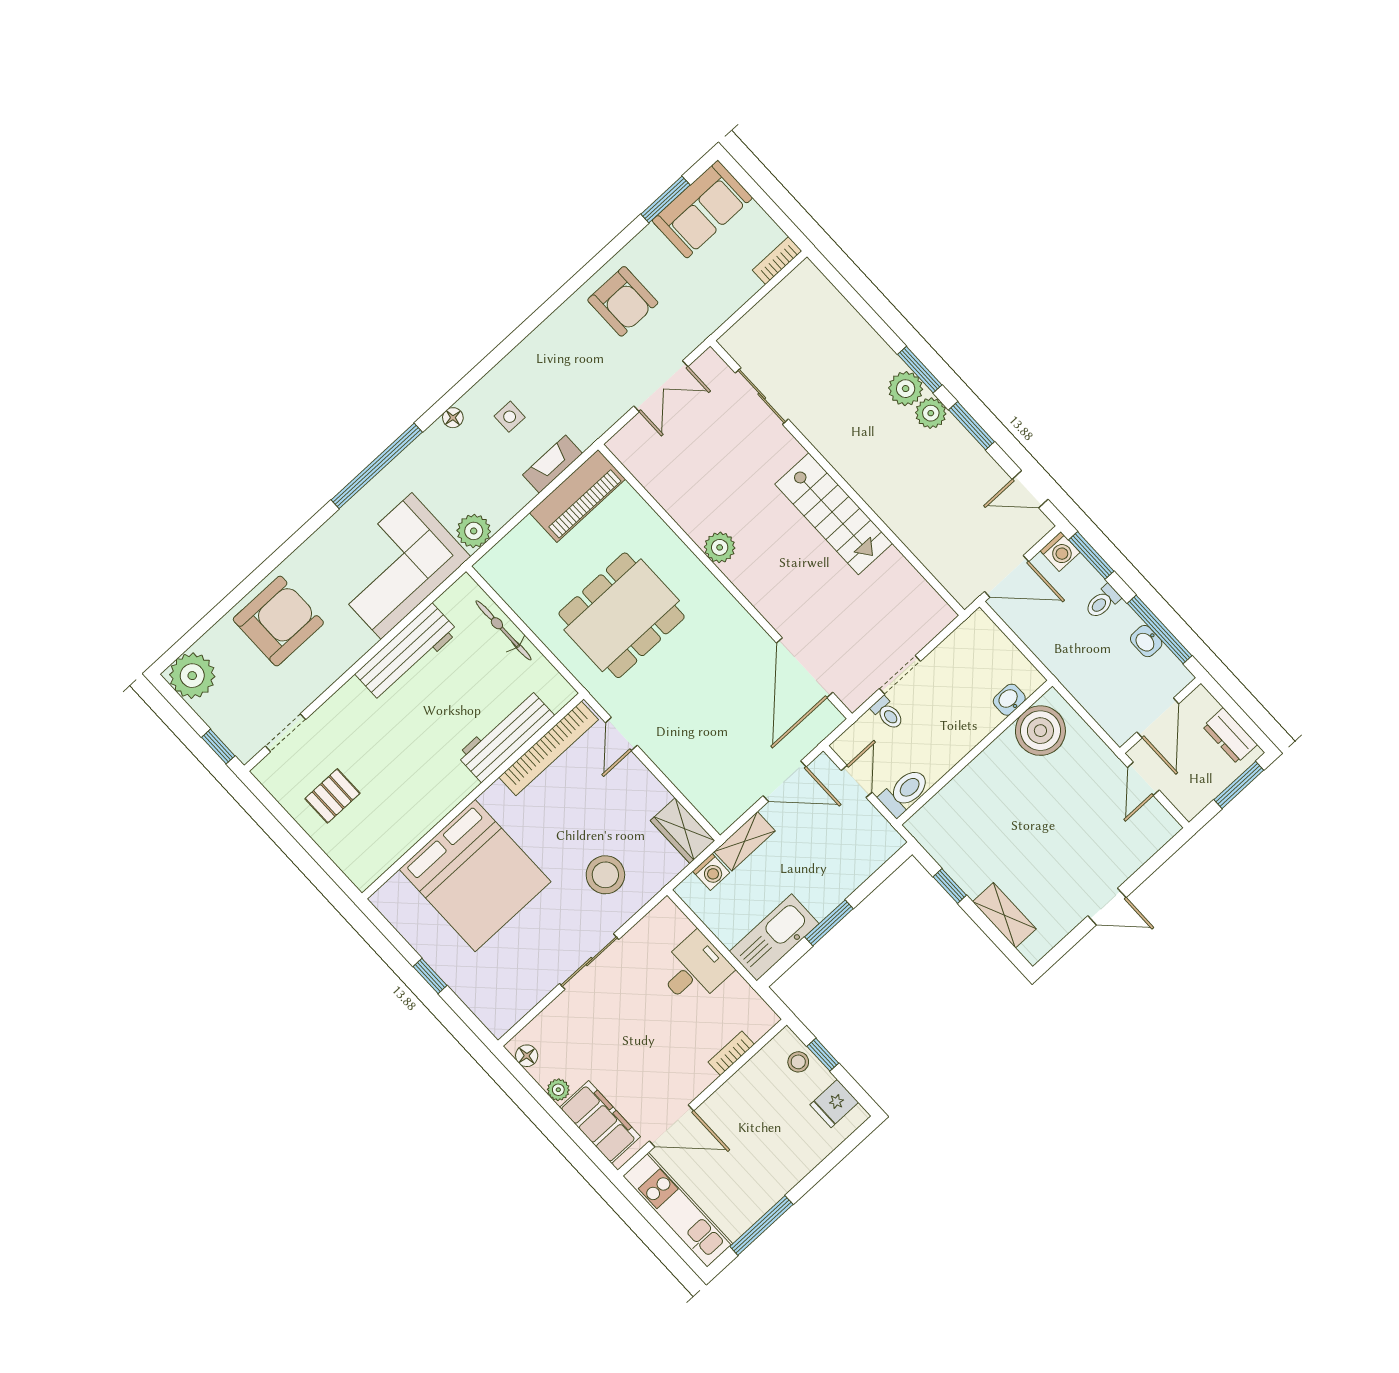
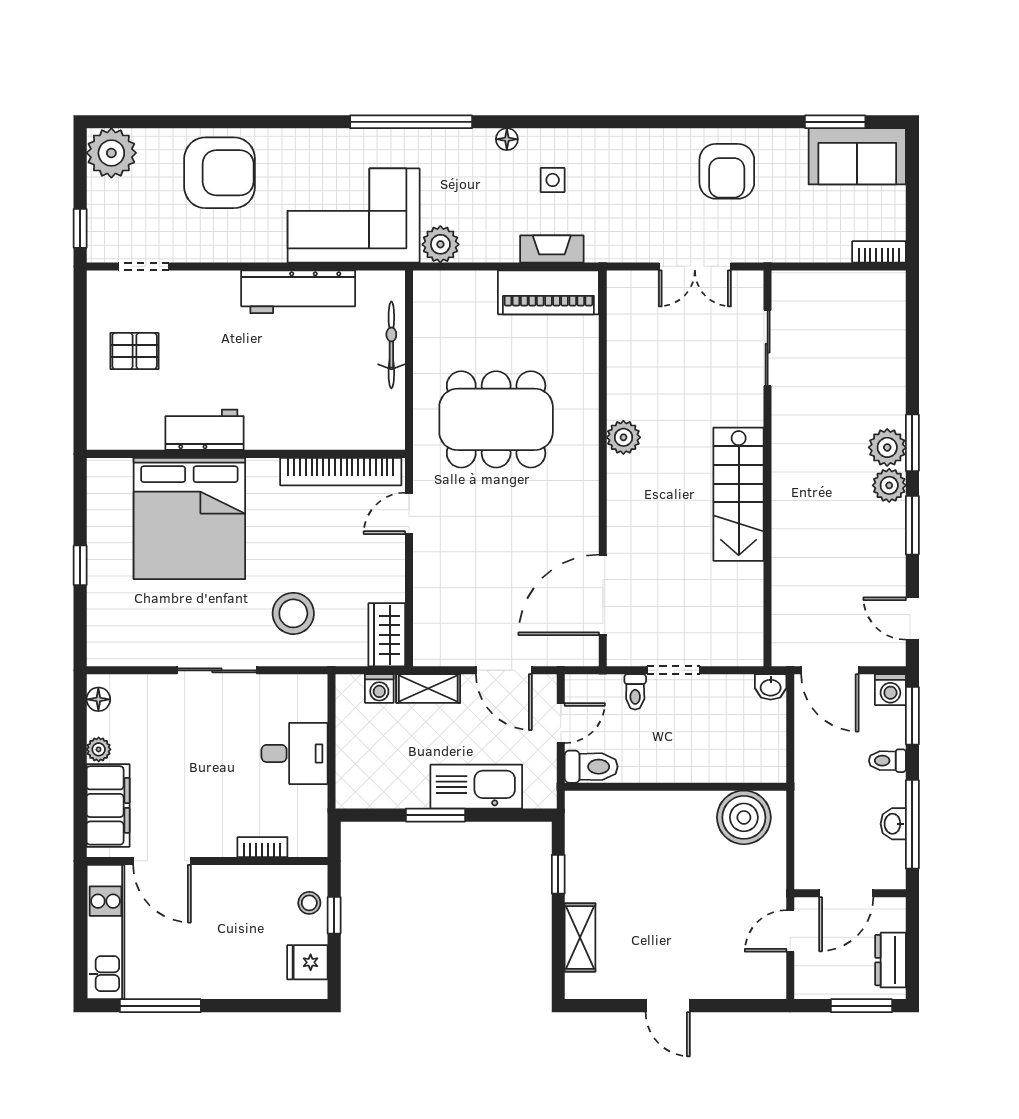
washbasin: (1009, 700) -> (771, 687), moved, turned 180
workbench: (506, 735) -> (205, 430), moved, width x0.73
kitchen sink: (774, 937) -> (476, 787), moved

